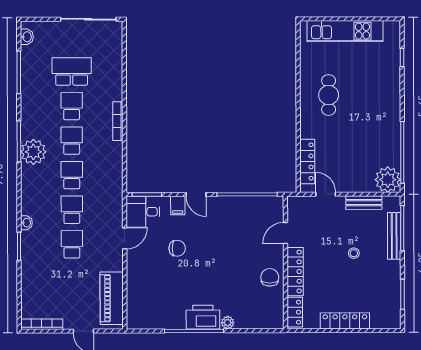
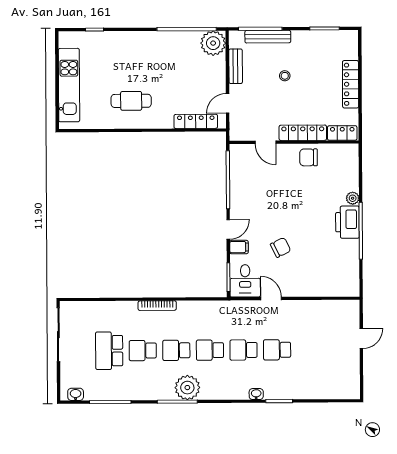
chair: (177, 248) -> (281, 247), turned 64
piano: (112, 298) -> (329, 311), removed
bookcase: (42, 324) -> (355, 379), removed

